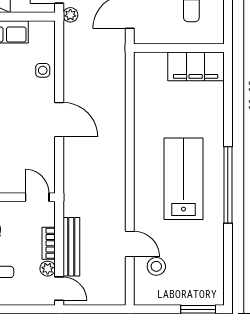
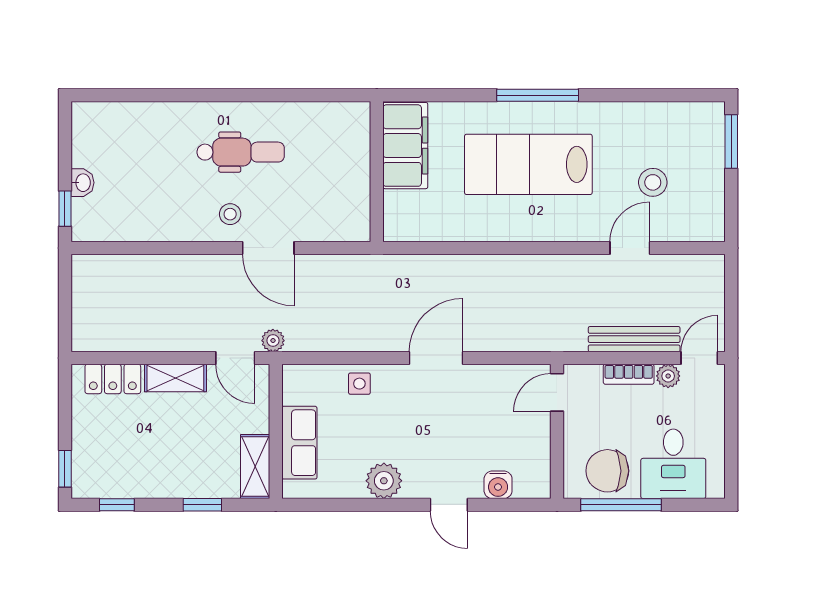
wall: (179, 48) -> (377, 172), moved
filing cabinet: (196, 66) -> (405, 146), moved
window: (228, 185) -> (538, 95), width x0.68
stool: (156, 266) -> (653, 182), moved

